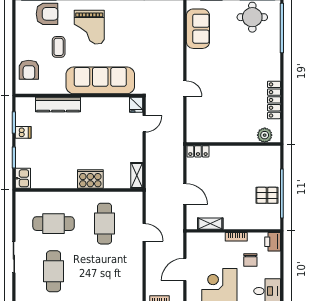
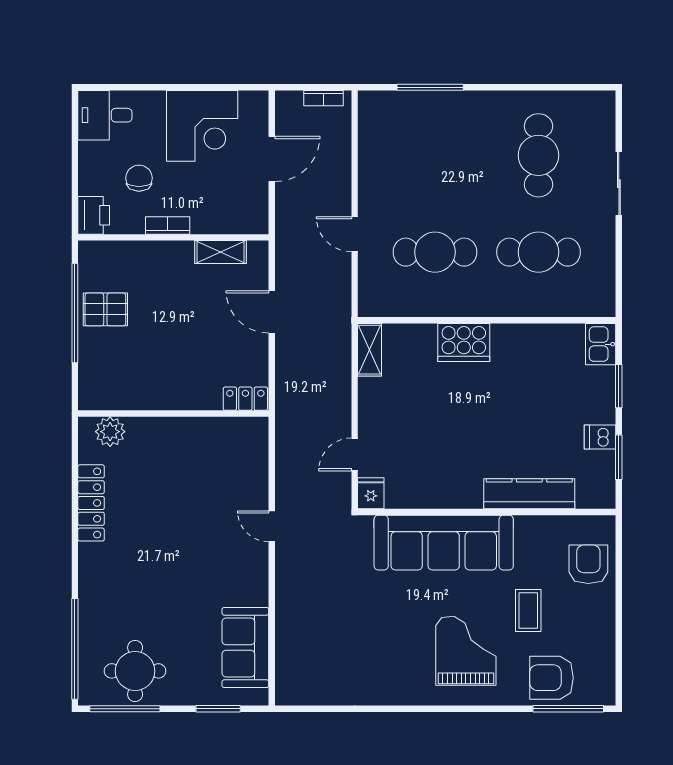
cafe table: (105, 224) -> (435, 252), turned 90

